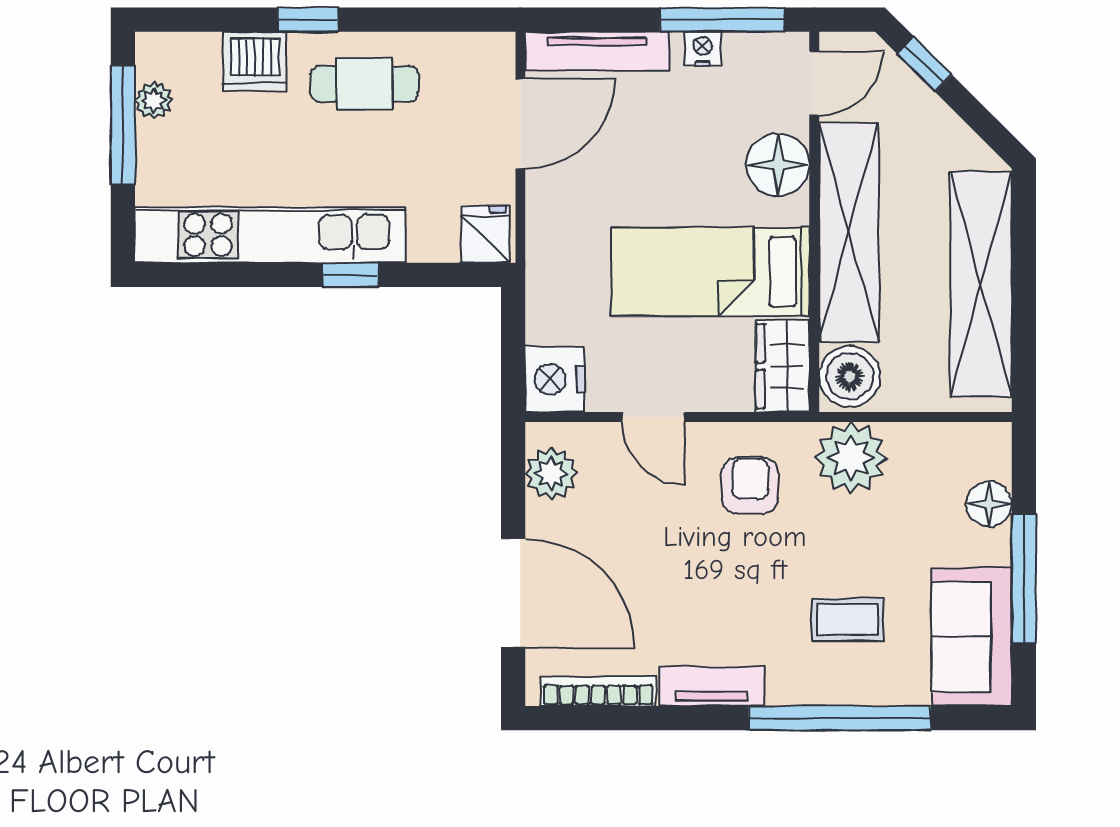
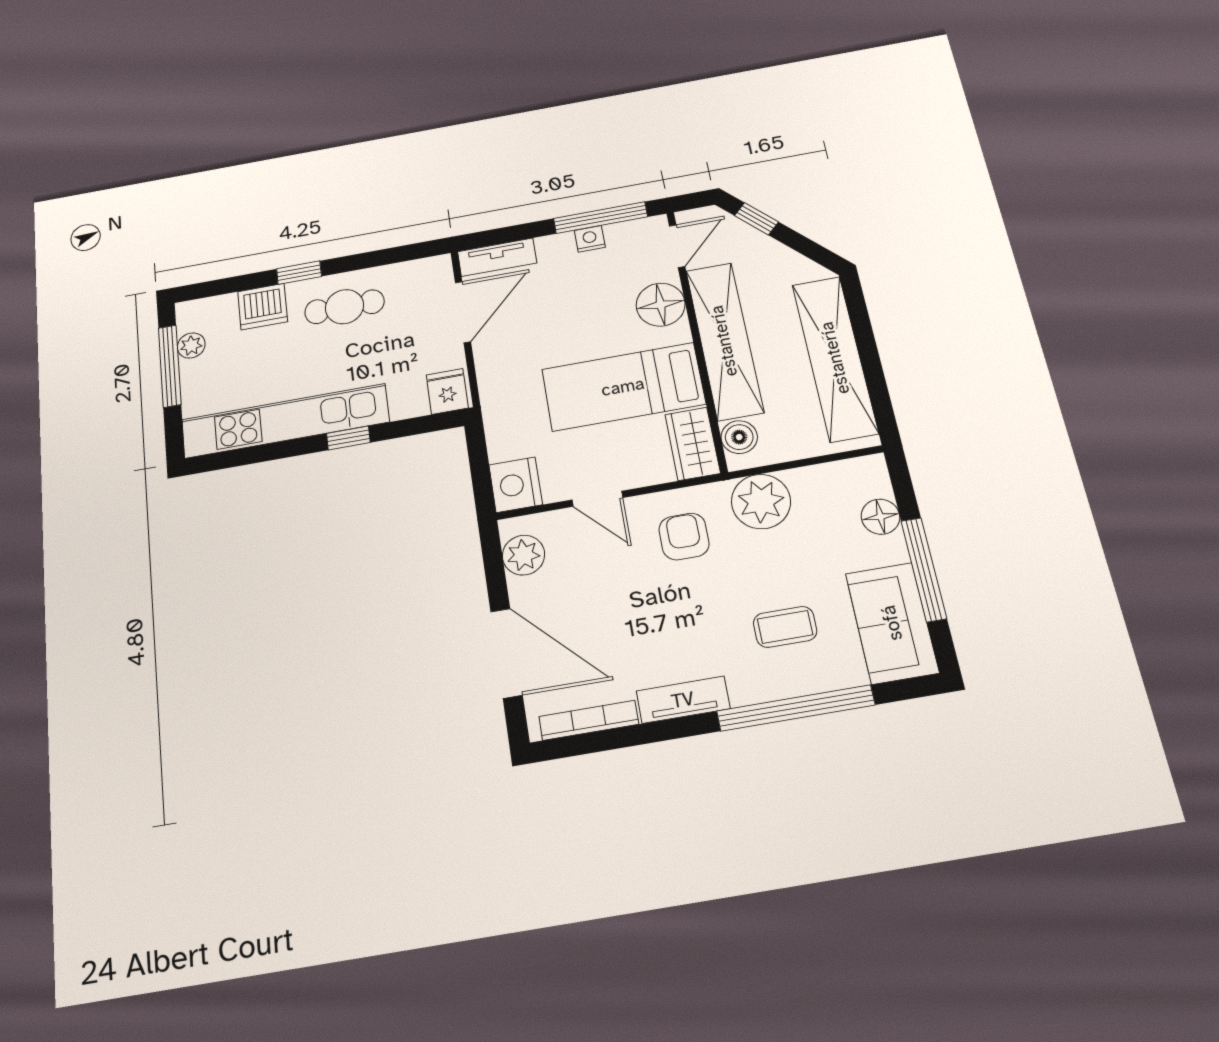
tv unit: (597, 51) -> (497, 257), width x0.71
boiler: (850, 376) -> (739, 437), width x0.73, depth x0.73

